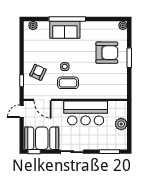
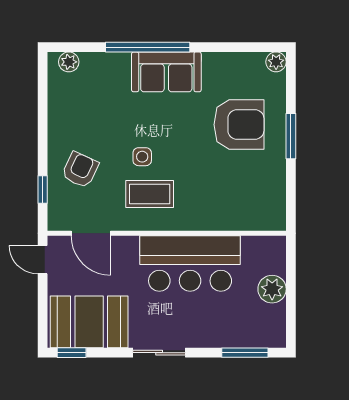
sofa: (65, 30) -> (166, 72), moved
door: (22, 111) -> (43, 260), hinge flipped

